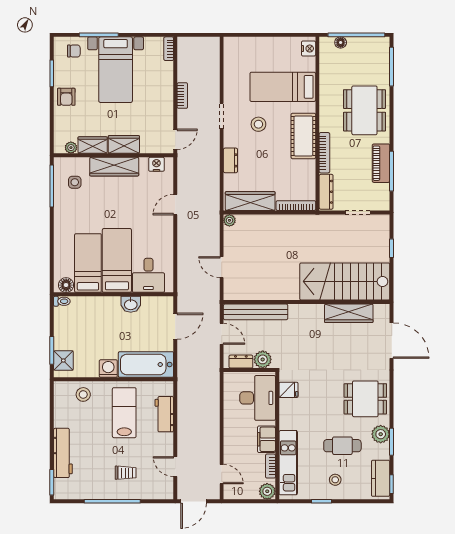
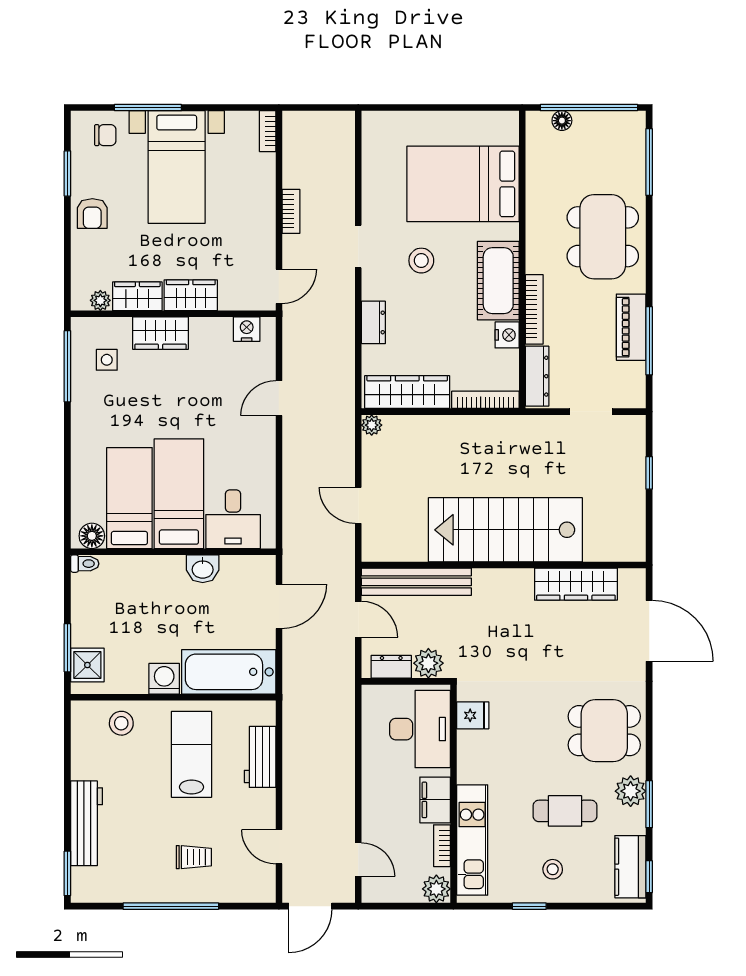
nightstand: (309, 49) -> (507, 335), moved
bed: (283, 87) -> (463, 184), width x1.50
wardrobe: (114, 167) -> (160, 333), width x0.67
stairs: (345, 281) -> (505, 530), moved

